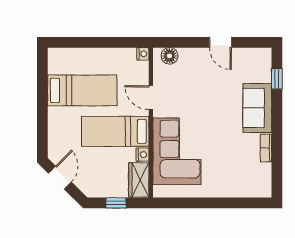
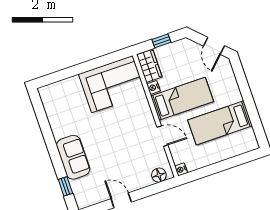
bookcase: (266, 148) -> (55, 127), removed
corner sofa: (177, 151) -> (112, 84), moved, turned -90

